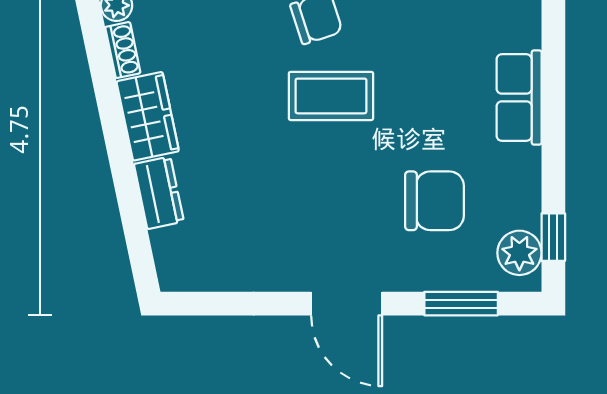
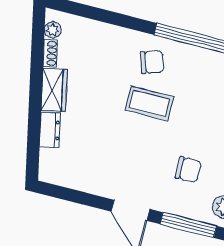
chair: (434, 201) -> (188, 170), width x0.73, depth x0.73
window: (461, 304) -> (188, 225), width x1.44

